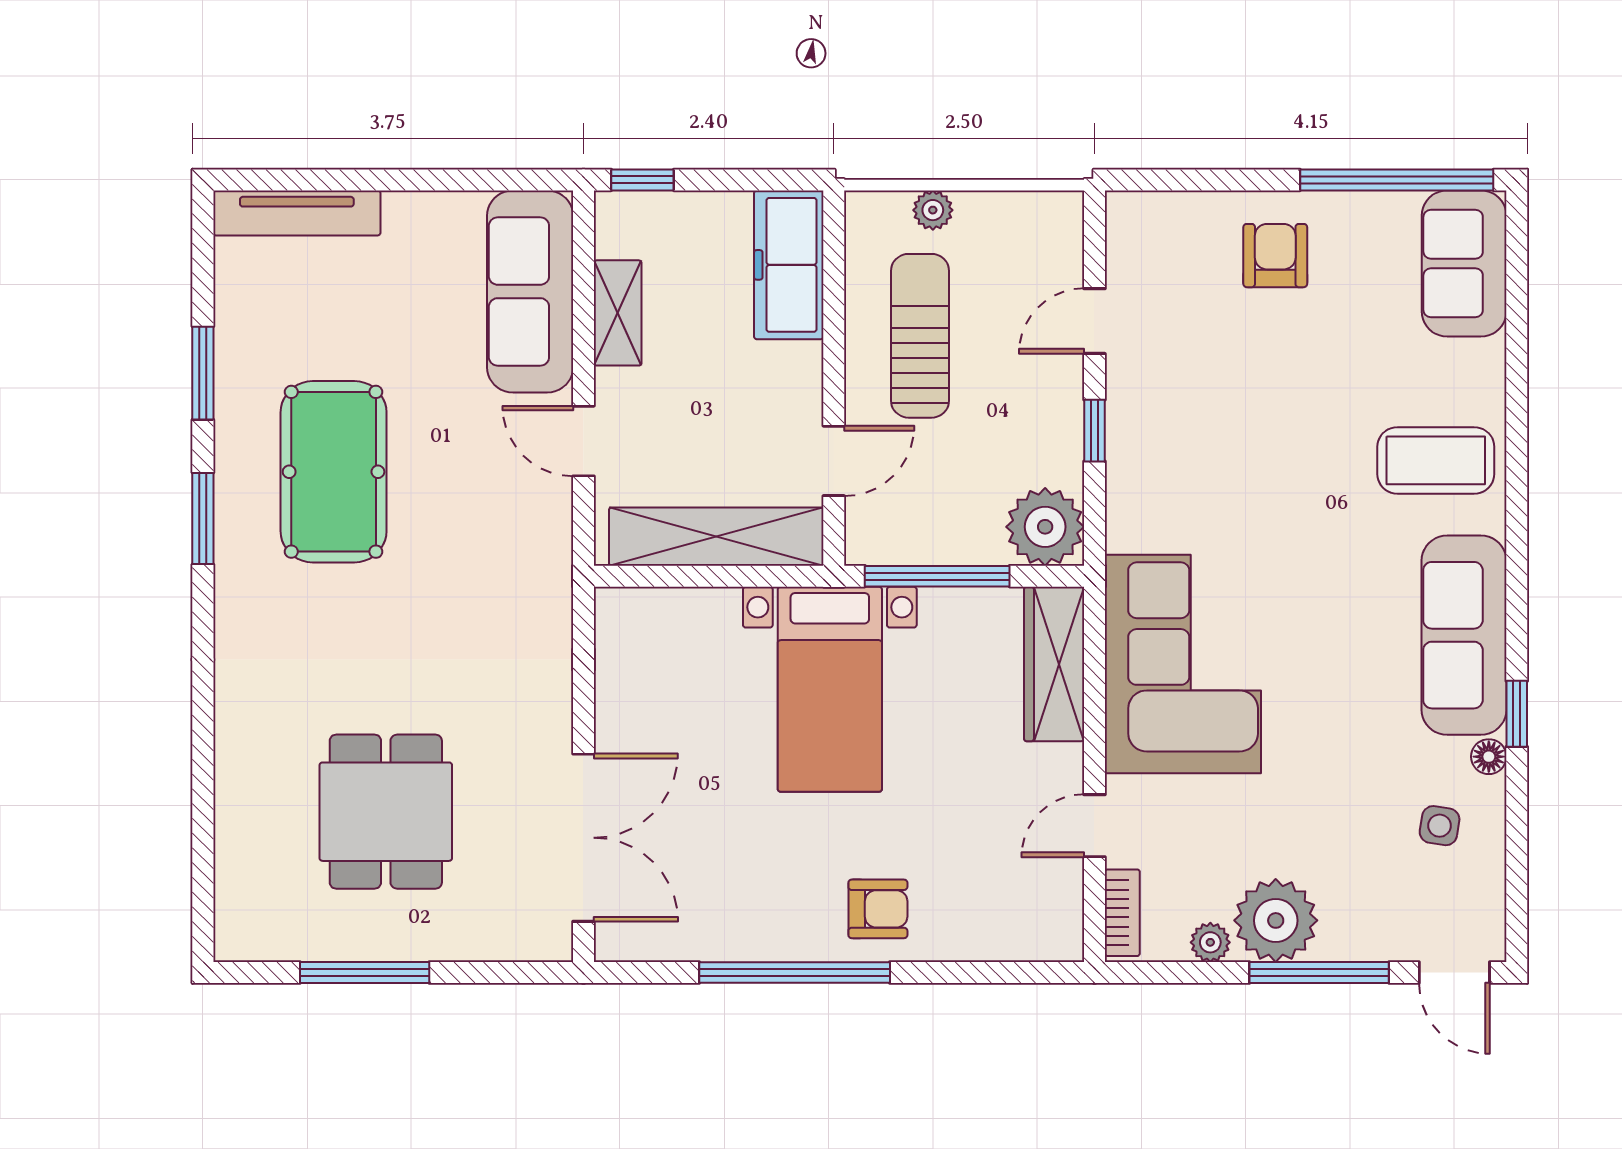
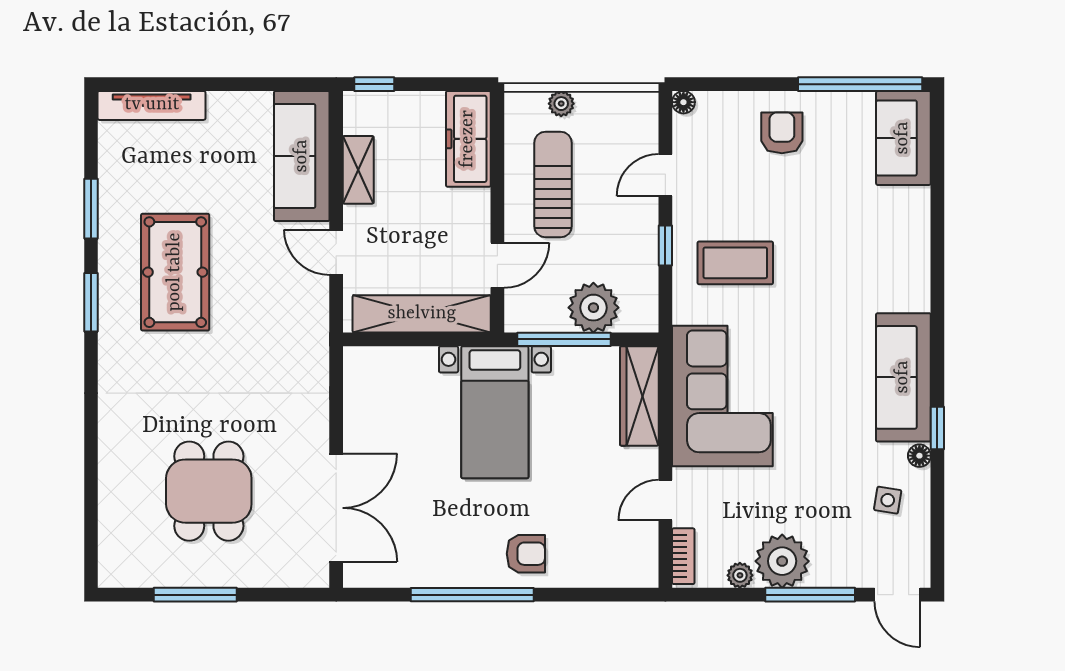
floor lamp: (1122, 208) -> (683, 102), added
coffee table: (1436, 460) -> (735, 263), moved
plant: (1045, 527) -> (593, 308), moved

